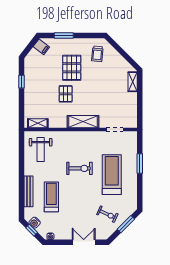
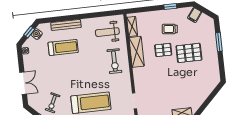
filing cabinet: (41, 47) -> (195, 15), moved
trolley: (97, 54) -> (170, 29), moved
shelving: (83, 122) -> (137, 52), moved
exercise bike: (80, 168) -> (114, 61), moved

